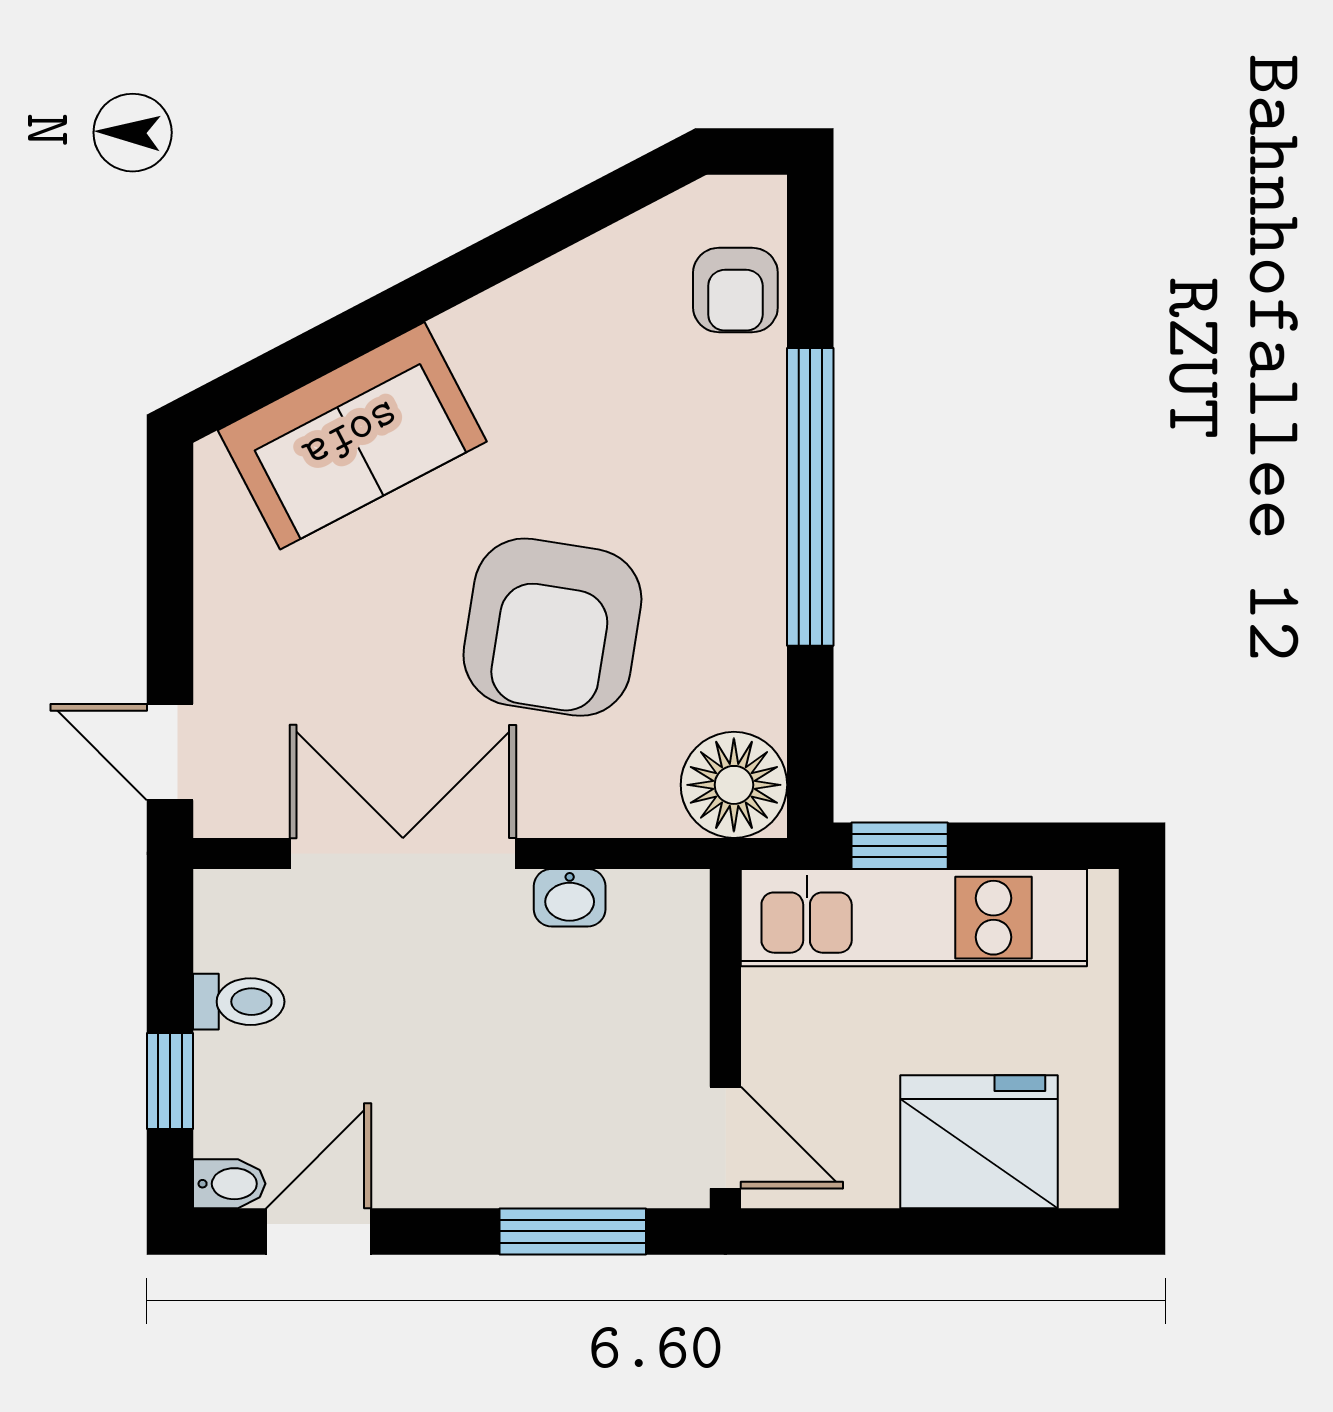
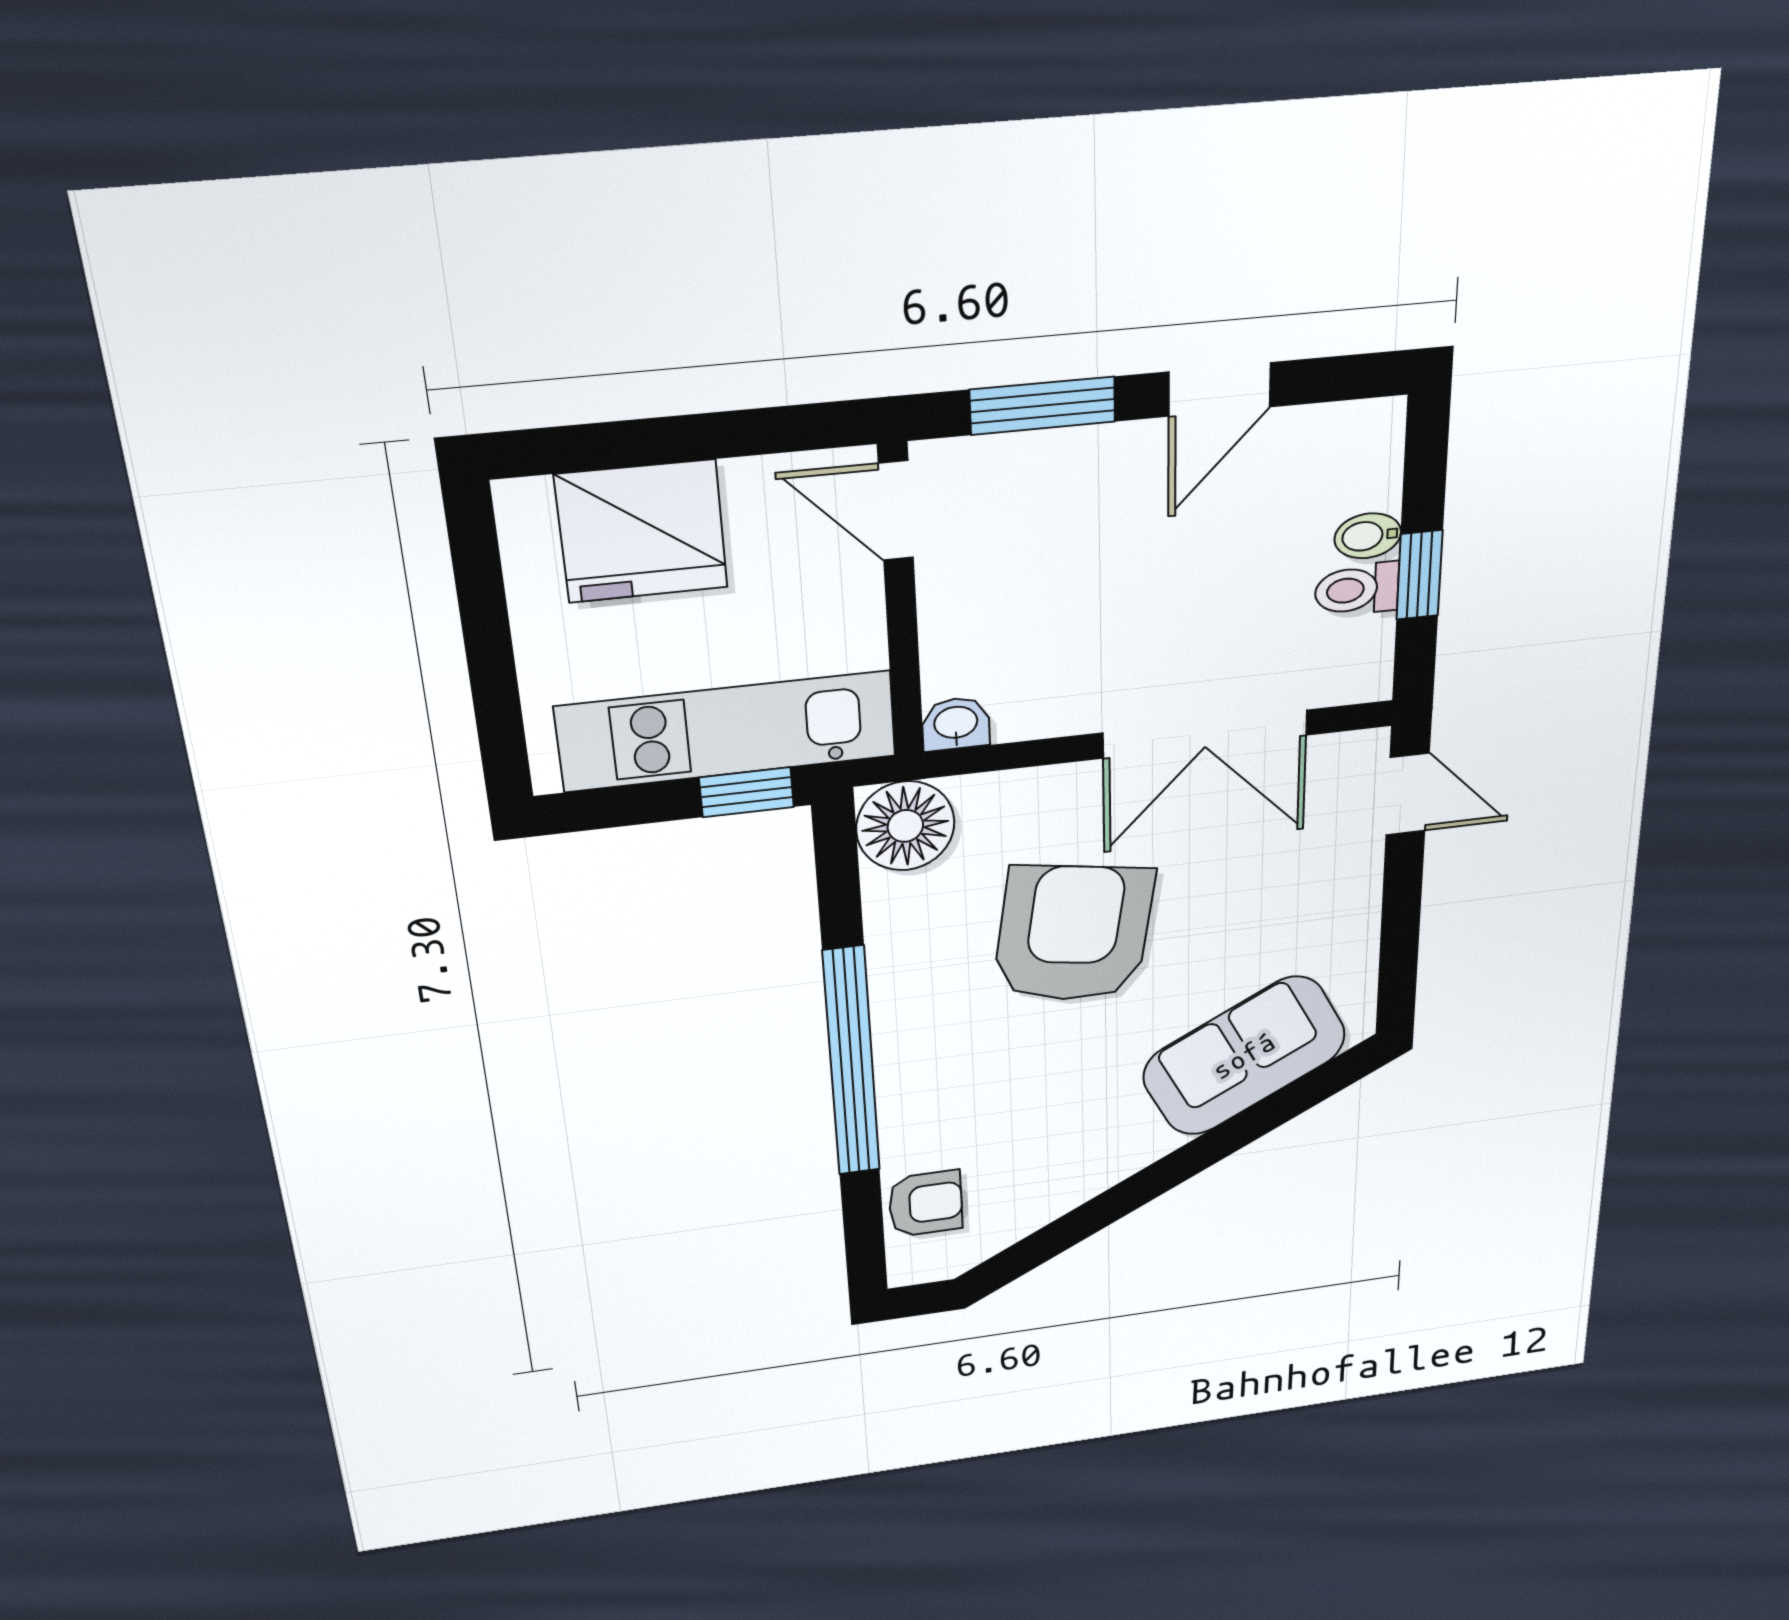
armchair: (735, 290) -> (926, 1204), turned 90
washbasin: (570, 898) -> (956, 724), moved
window: (170, 1081) -> (1419, 575), moved
bidet: (229, 1184) -> (1368, 536), moved
door: (319, 1231) -> (1219, 389), moved

